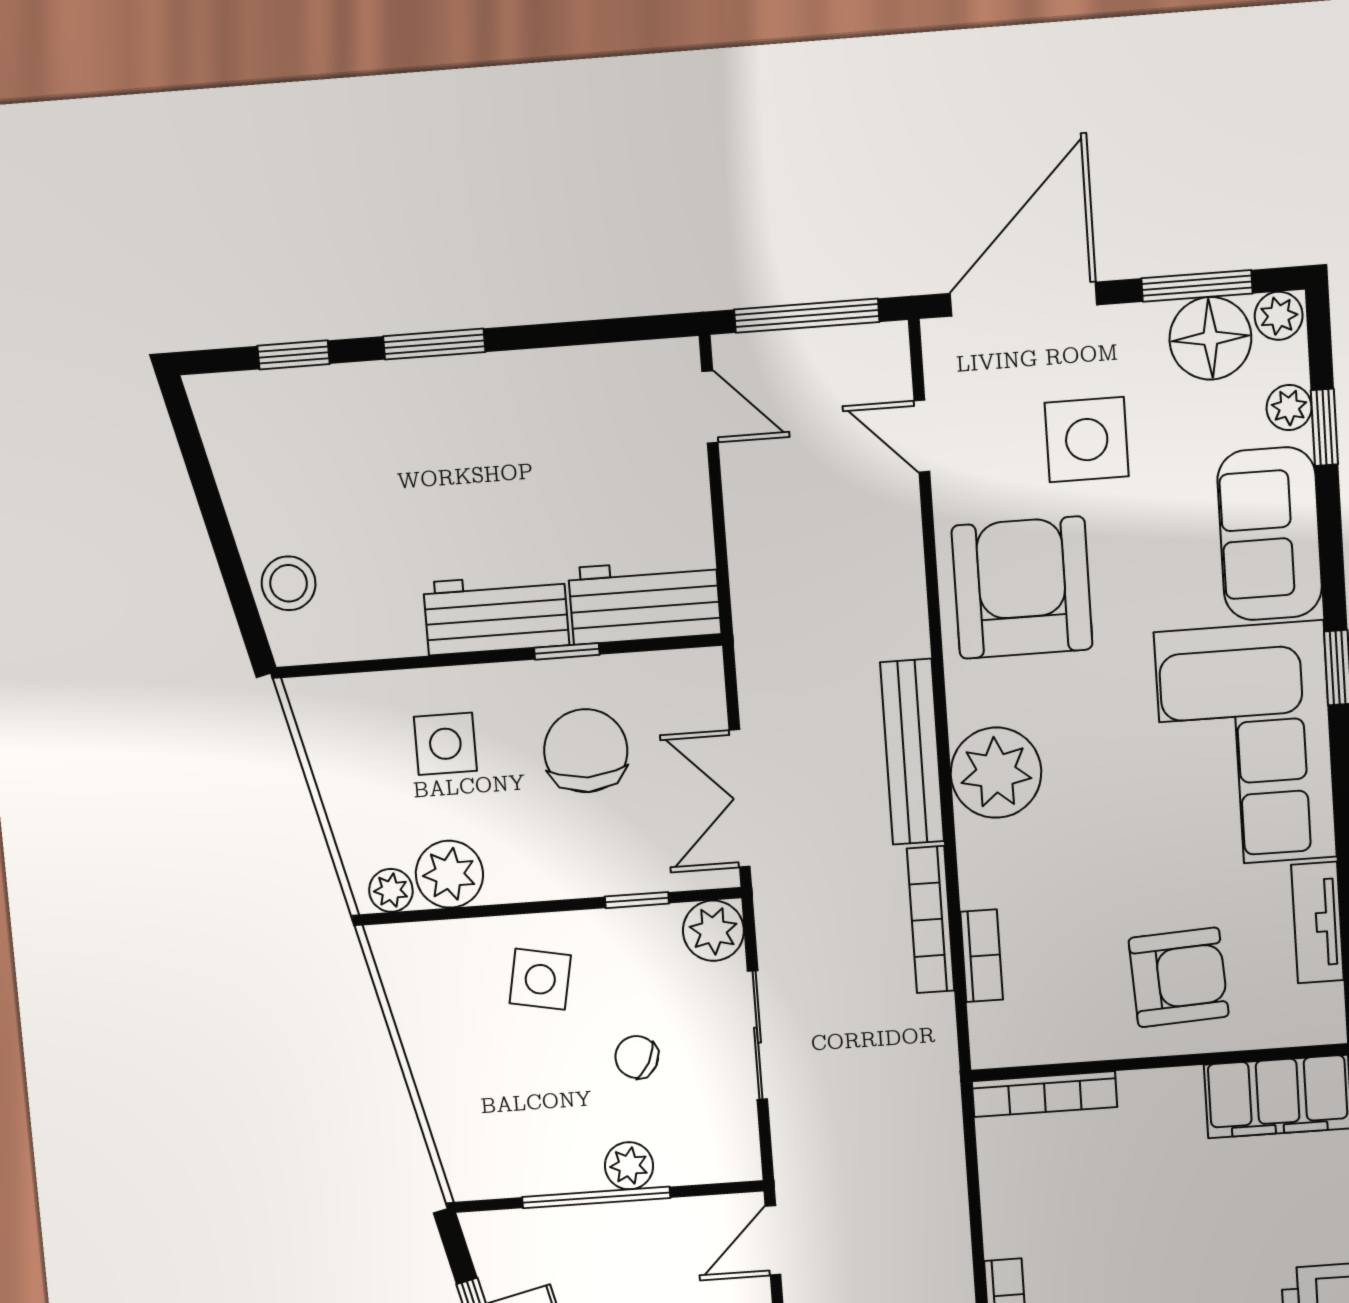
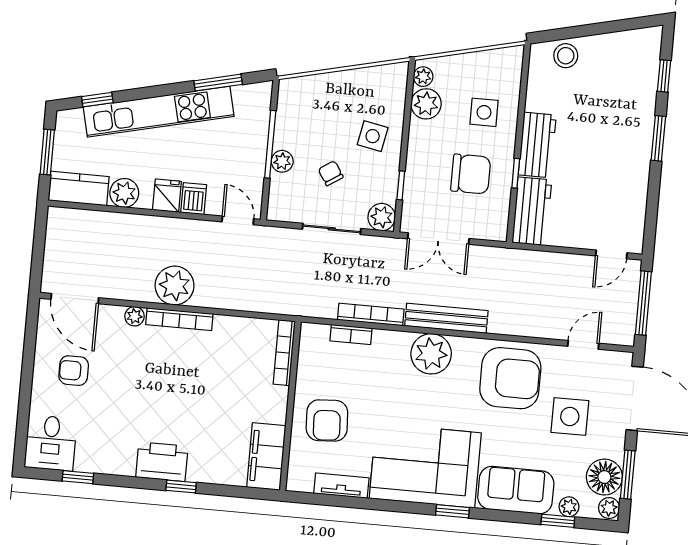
double door: (740, 799) -> (438, 239), swing flipped
chair: (637, 1057) -> (331, 173), turned -61

